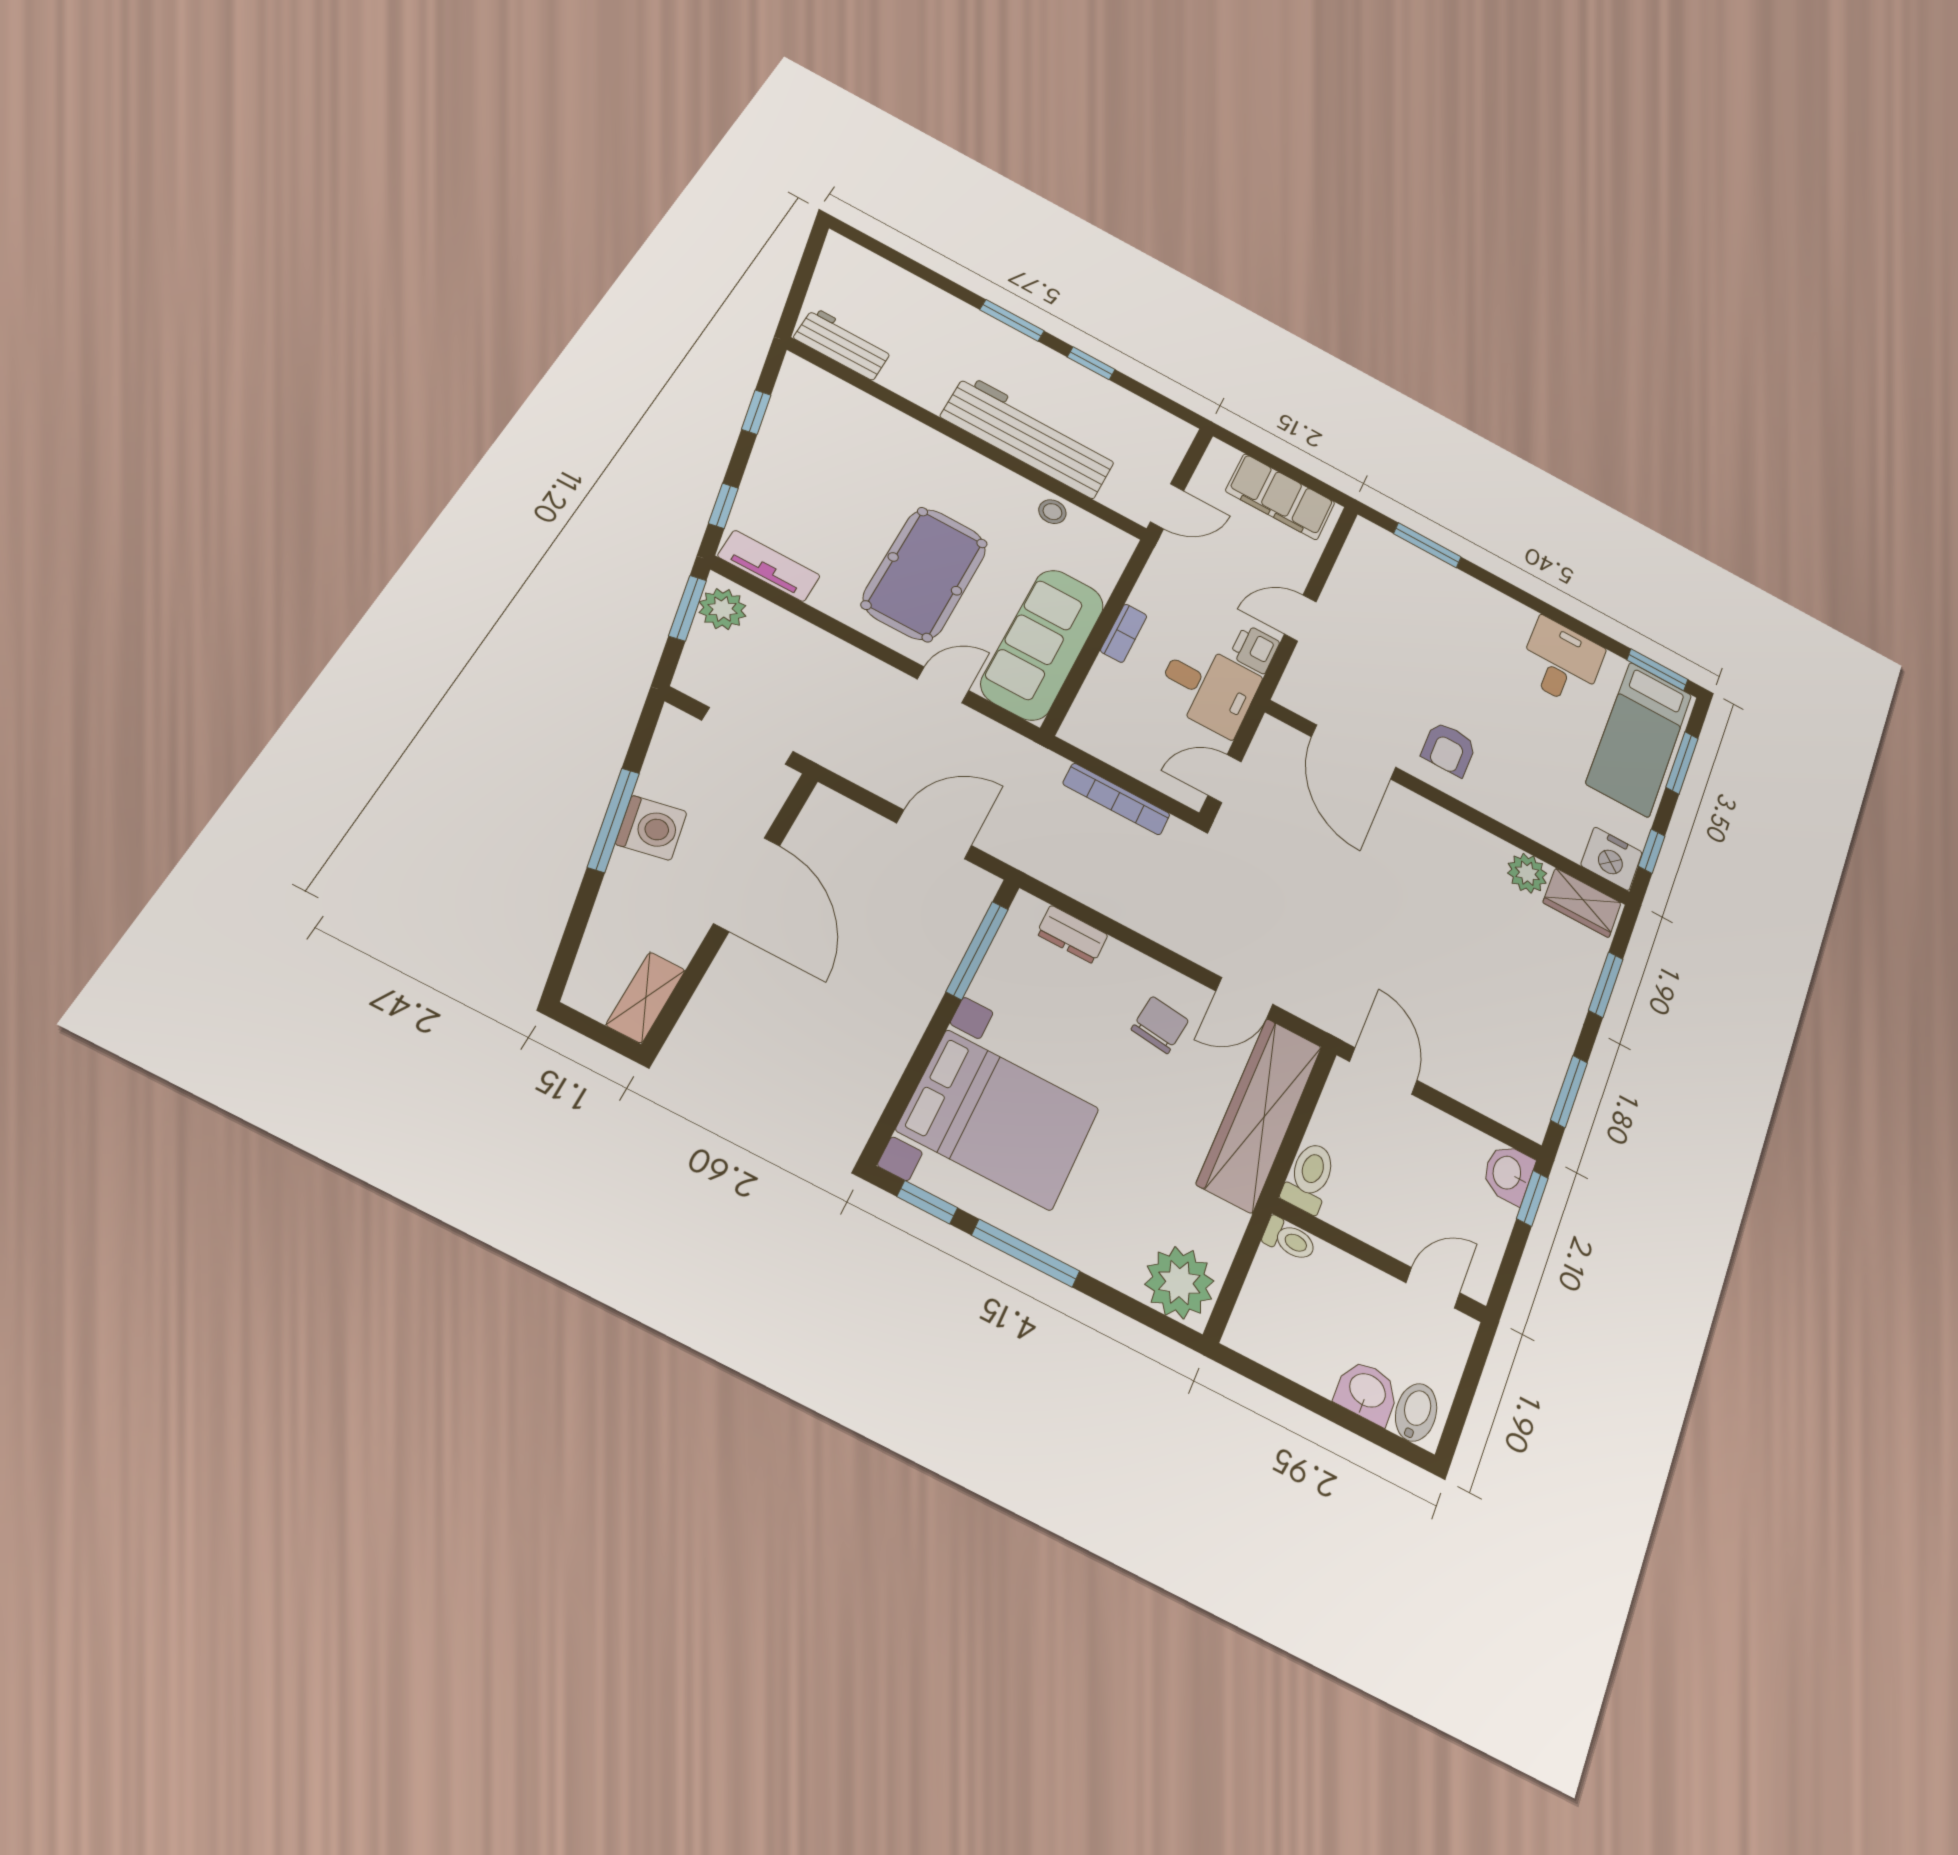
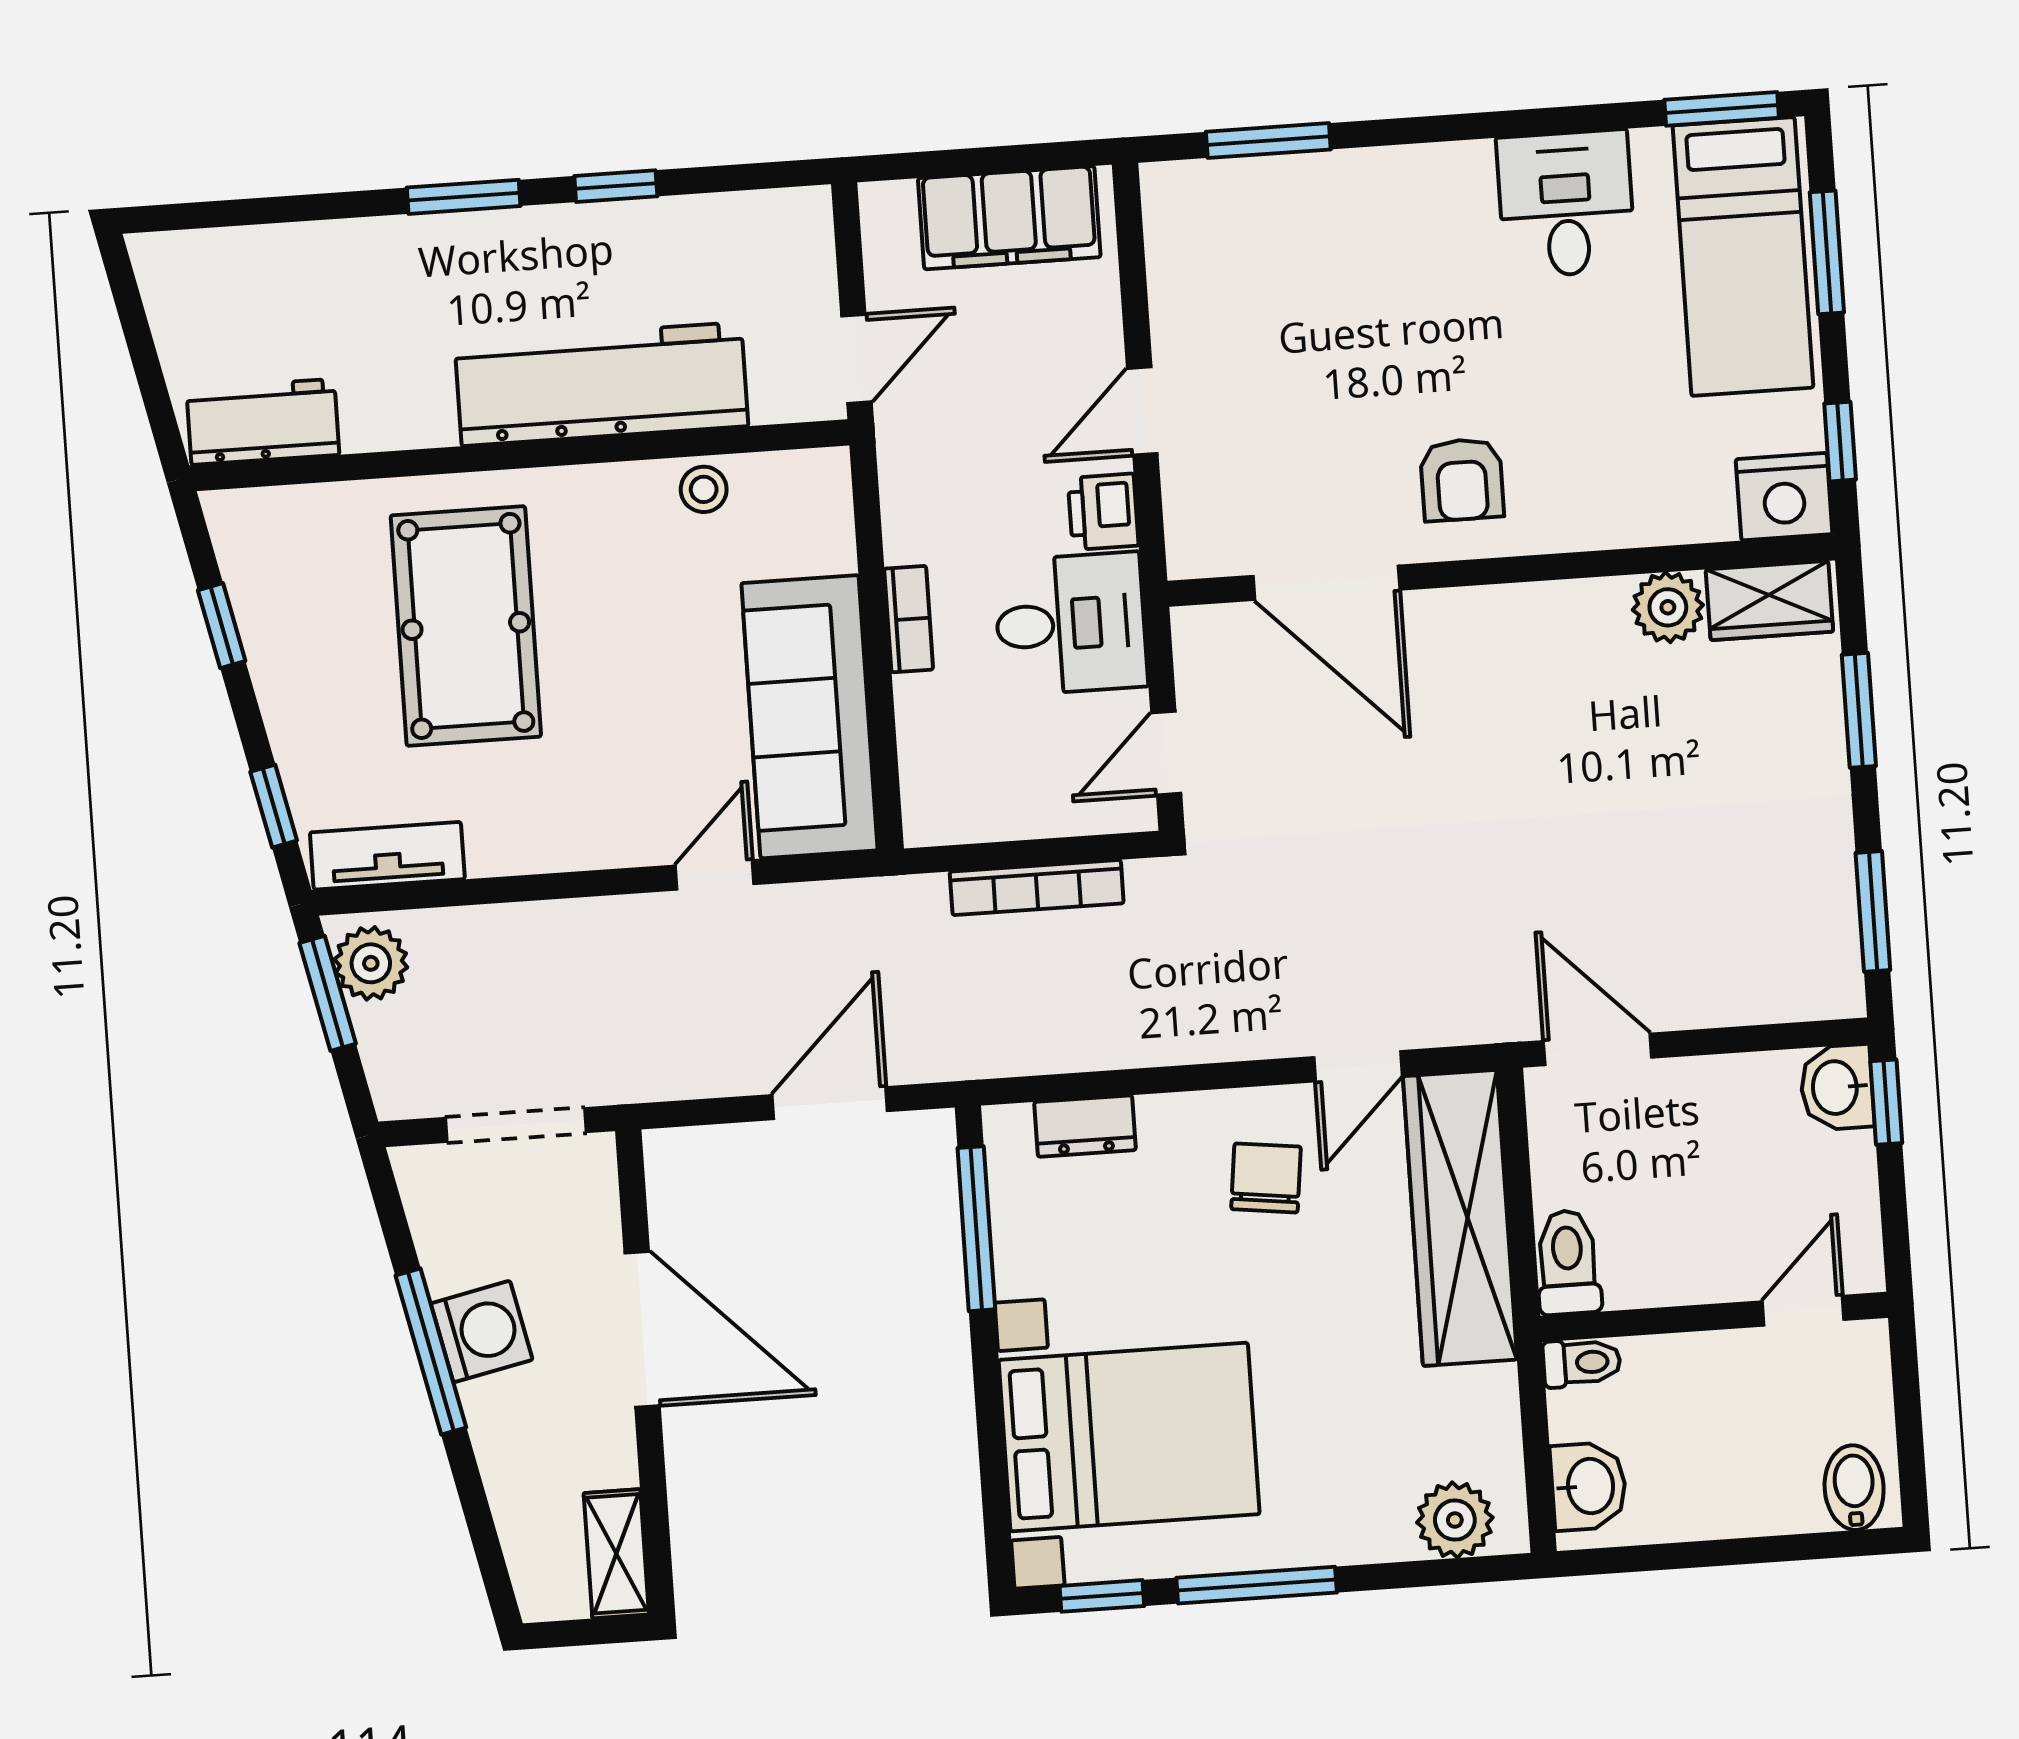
pool table: (925, 574) -> (466, 626), moved
plant: (1179, 1283) -> (1455, 1520), width x0.73, depth x0.73
washbasin: (1367, 1392) -> (1588, 1486), moved, turned 90

